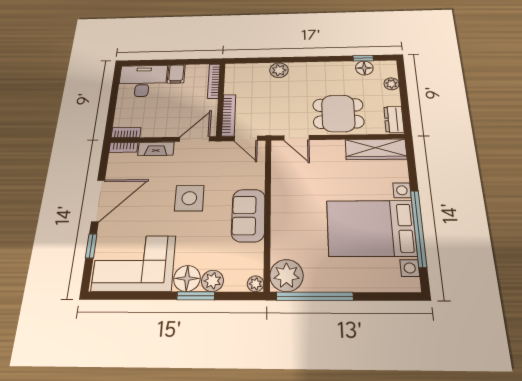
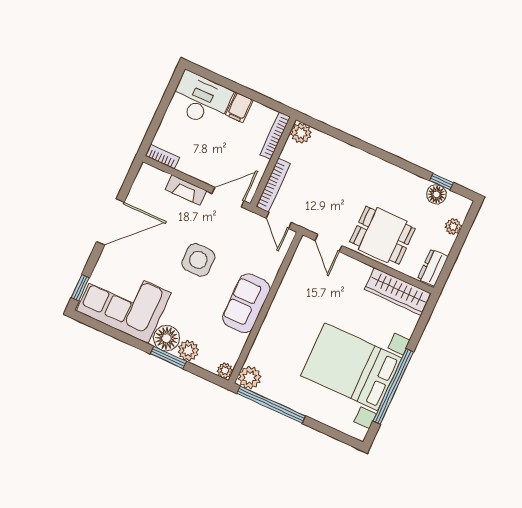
plant: (279, 70) -> (301, 133), moved
bookcase: (123, 147) -> (154, 173), removed
window: (91, 246) -> (80, 288), moved
plant: (286, 276) -> (250, 378), width x0.73, depth x0.73

